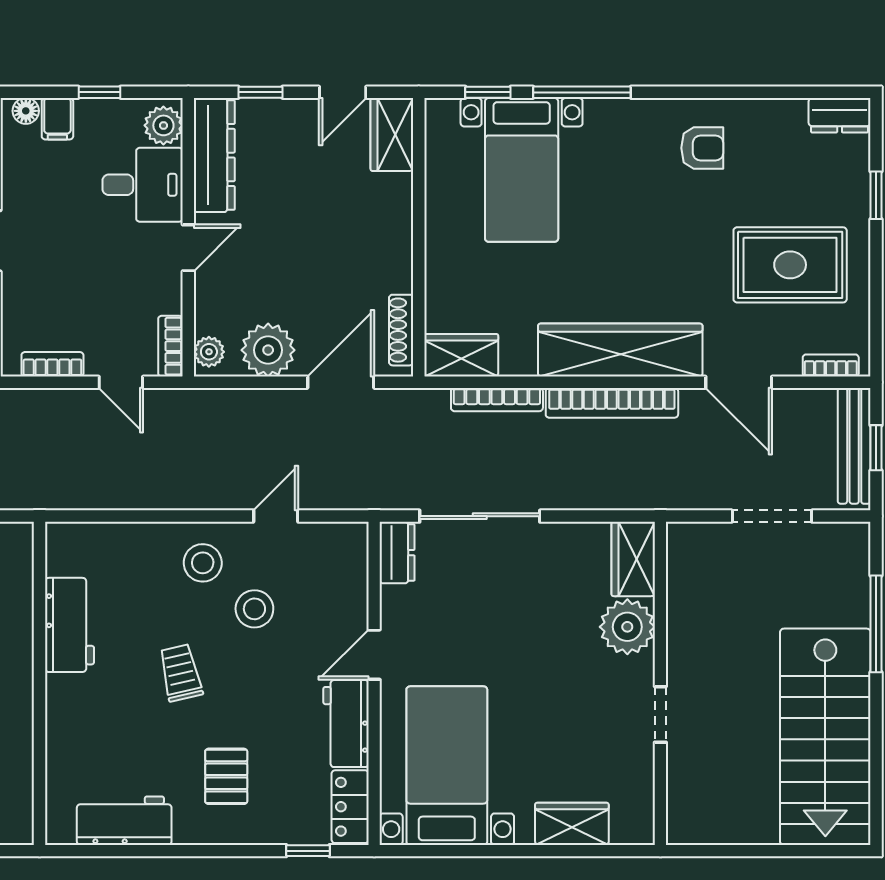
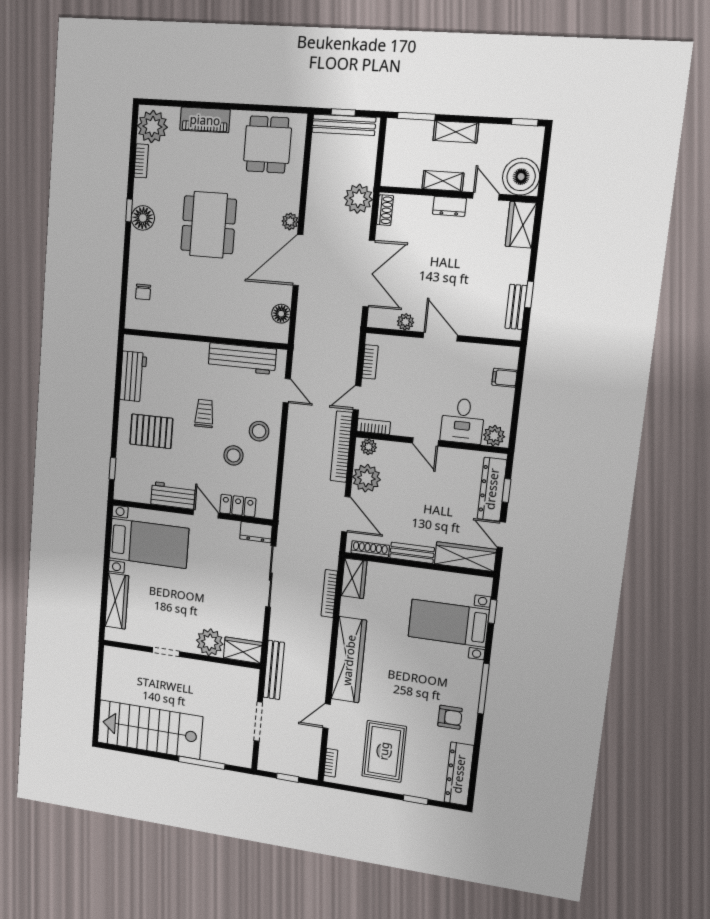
window: (99, 92) -> (517, 403), removed
window: (582, 92) -> (483, 689), moved
floor lamp: (26, 111) -> (511, 361), removed
dresser: (840, 115) -> (459, 774), width x1.96, depth x1.24
wardrobe: (392, 134) -> (465, 557), width x1.50
armchair: (702, 148) -> (450, 717), turned -90
dresser: (214, 155) -> (492, 489), moved, turned 90
bench: (398, 251) -> (412, 553), added
door: (739, 382) -> (327, 716), width x0.73
bookcase: (612, 403) -> (341, 447), moved
bench: (854, 446) -> (274, 670), moved, turned 90
door: (276, 516) -> (287, 391), moved
workbench: (70, 625) -> (242, 359), width x1.38
trolley: (181, 673) -> (204, 413), turned -77
pallet: (226, 776) -> (151, 431), width x1.50, depth x1.42
locker: (350, 807) -> (238, 506), moved
wardrobe: (572, 824) -> (117, 601), width x1.50

